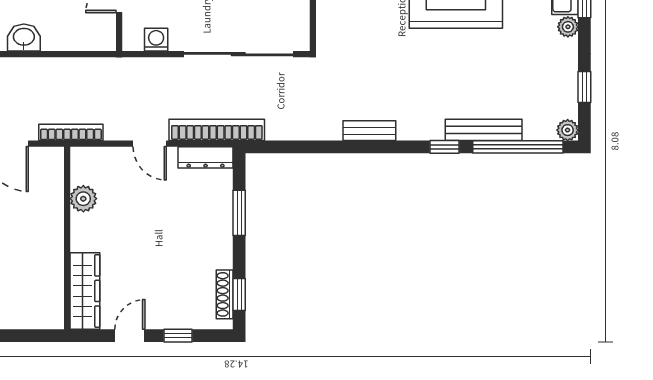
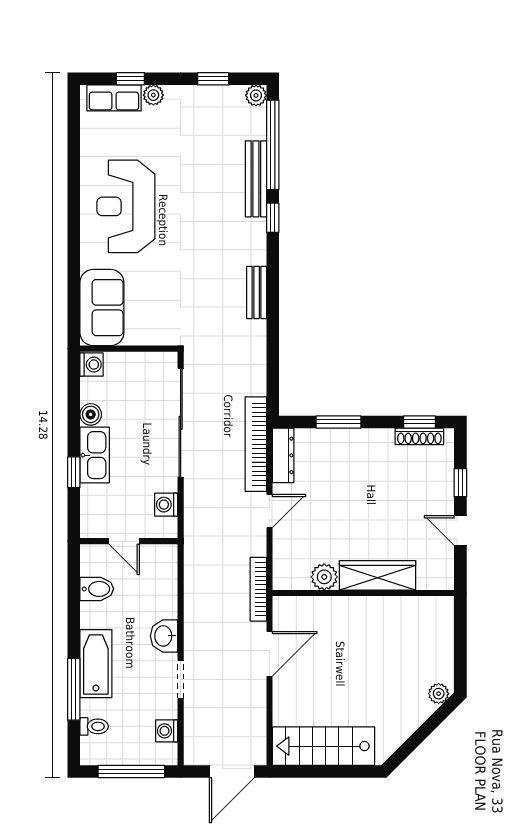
wardrobe: (85, 291) -> (378, 575), moved

